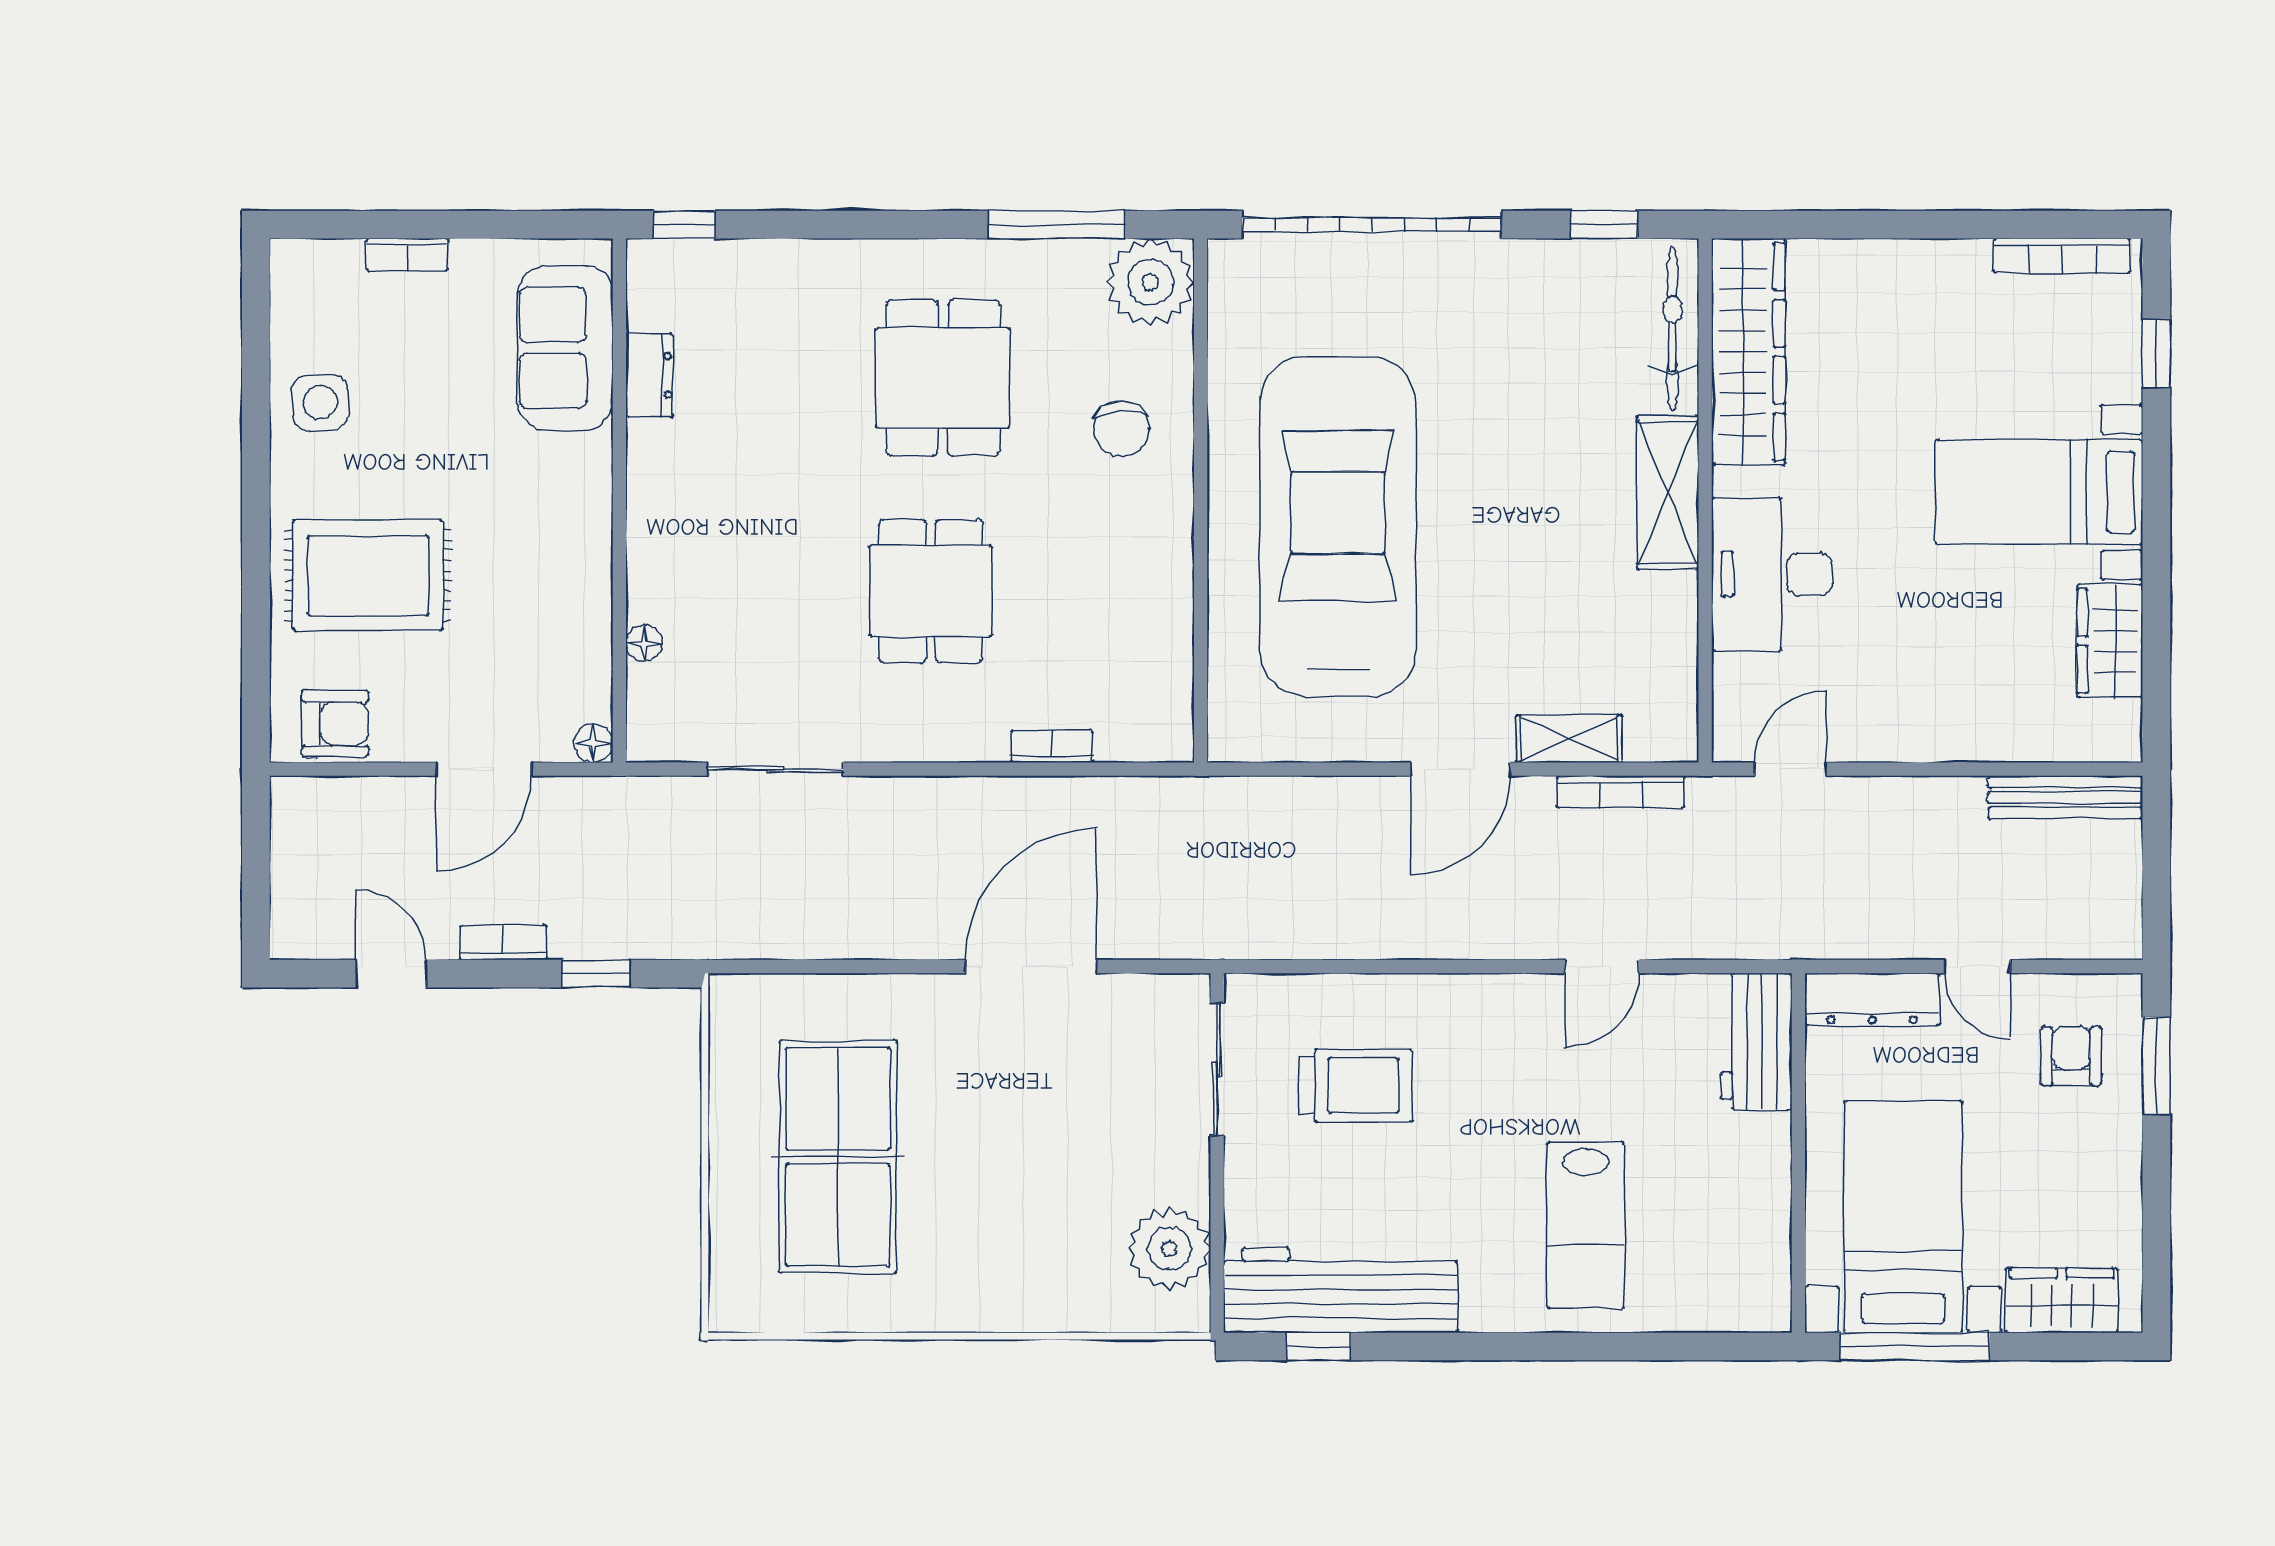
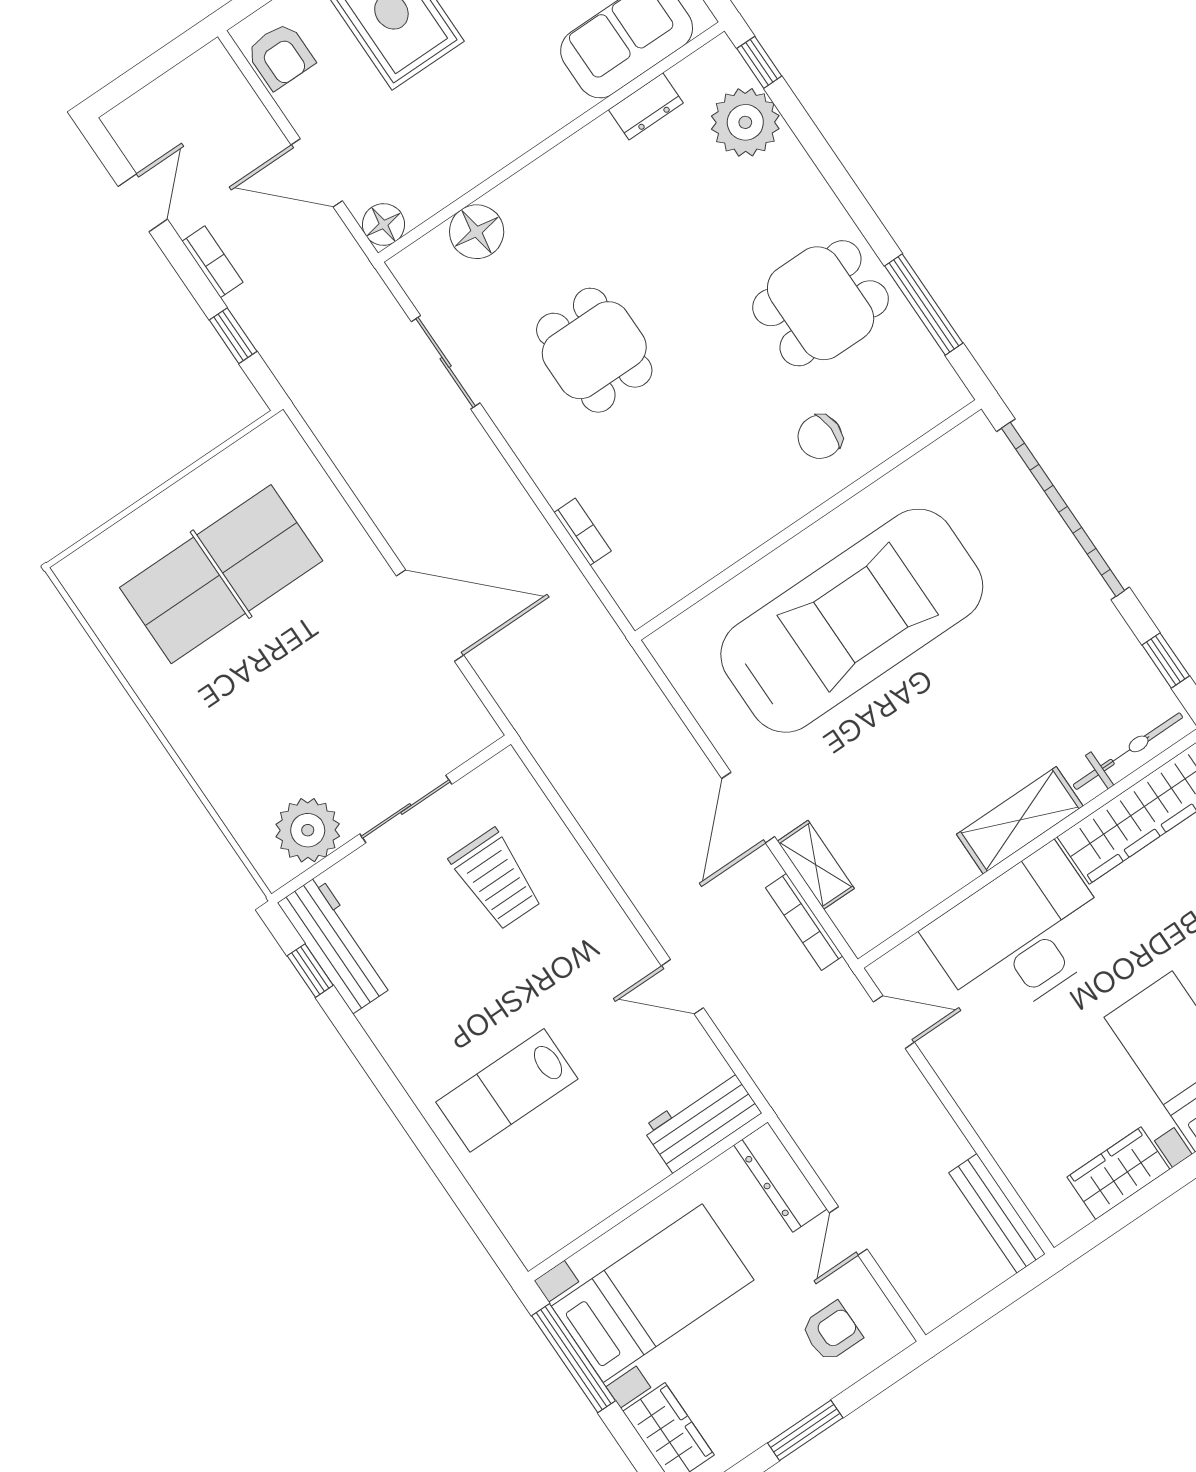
plant: (1150, 282) -> (745, 122), moved
dining table: (943, 378) -> (821, 303), moved
desk: (1772, 574) -> (1021, 936), width x1.36, depth x1.30
dining table: (931, 591) -> (594, 350), moved, turned 90
floor lamp: (644, 643) -> (477, 232), width x1.89, depth x1.89
floor lamp: (593, 743) -> (383, 224), width x1.37, depth x1.37
door: (1460, 769) -> (748, 808), hinge flipped
window: (2156, 1066) -> (805, 1430), moved
sliding door: (1217, 1069) -> (406, 809), moved
workbench: (1341, 1290) -> (336, 944), width x0.73, depth x0.76

